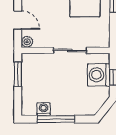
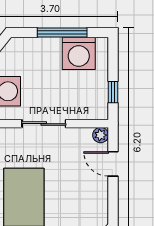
window: (18, 74) -> (113, 92), width x0.67
washing machine: (44, 109) -> (79, 53), width x1.89, depth x1.89

